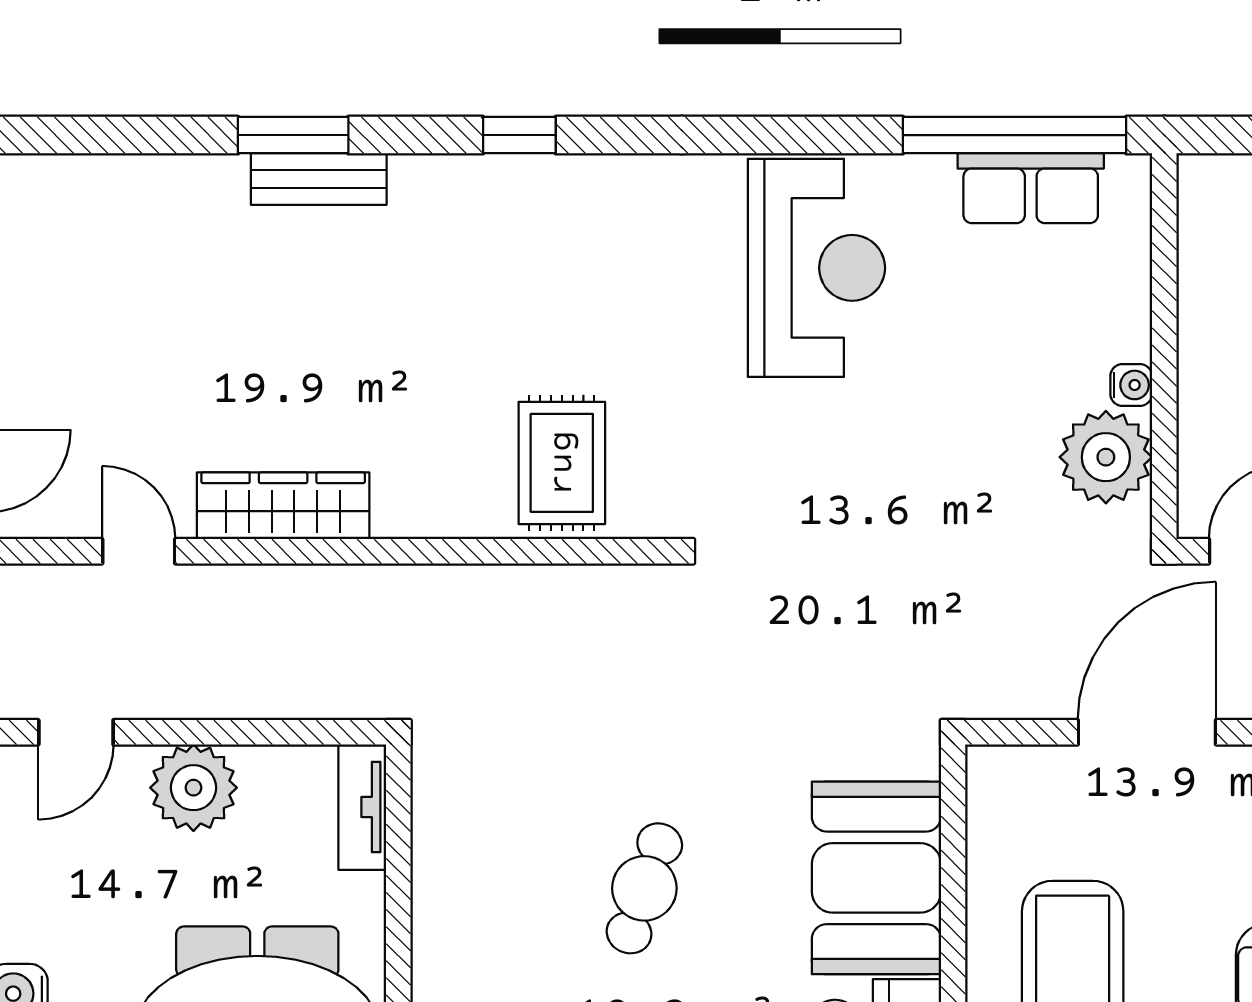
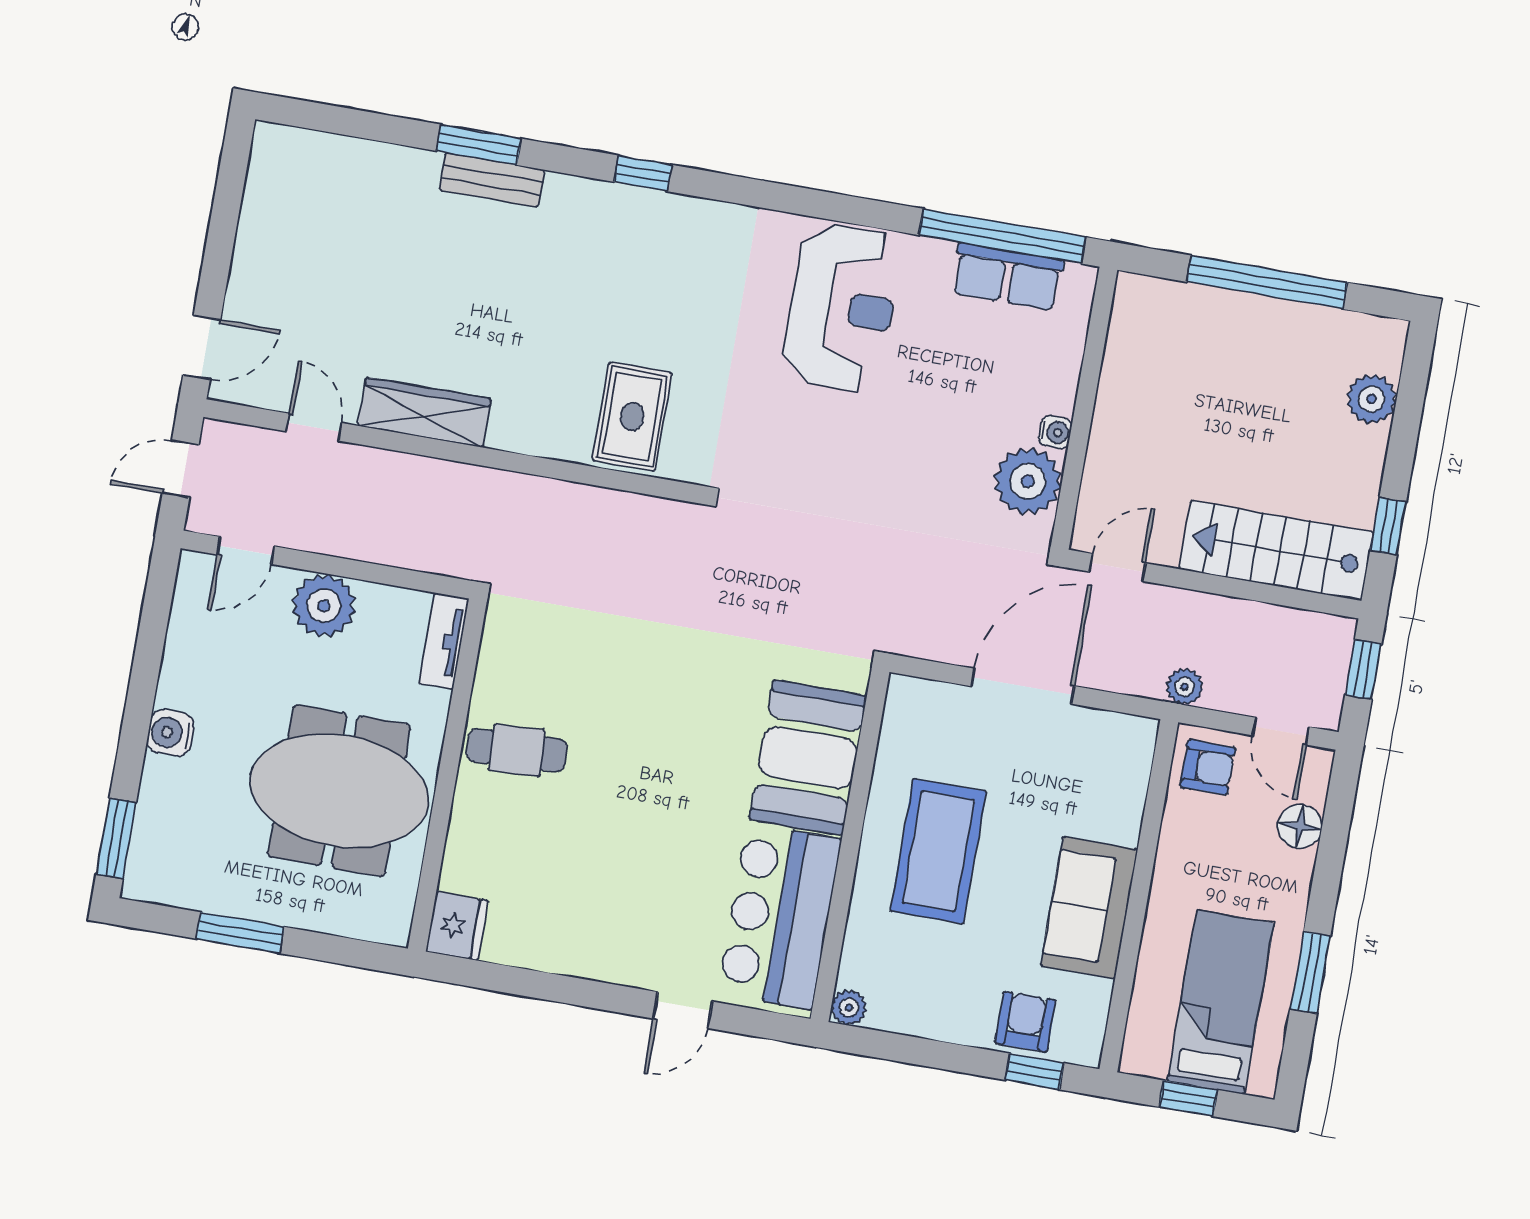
cafe table: (644, 888) -> (517, 750), moved, turned 68

